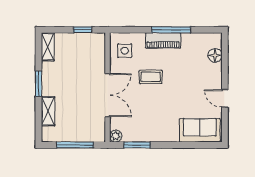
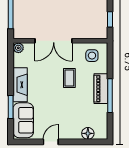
fireplace: (158, 134) -> (20, 85), added
window: (137, 145) -> (11, 107), moved

